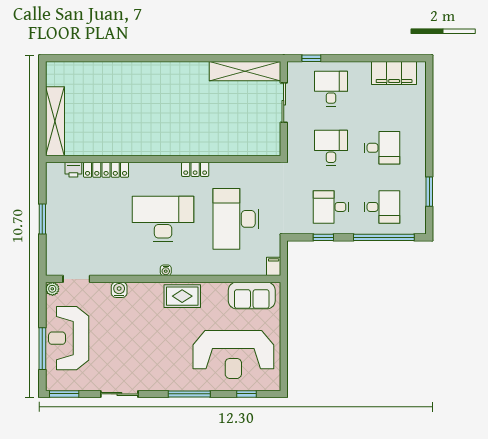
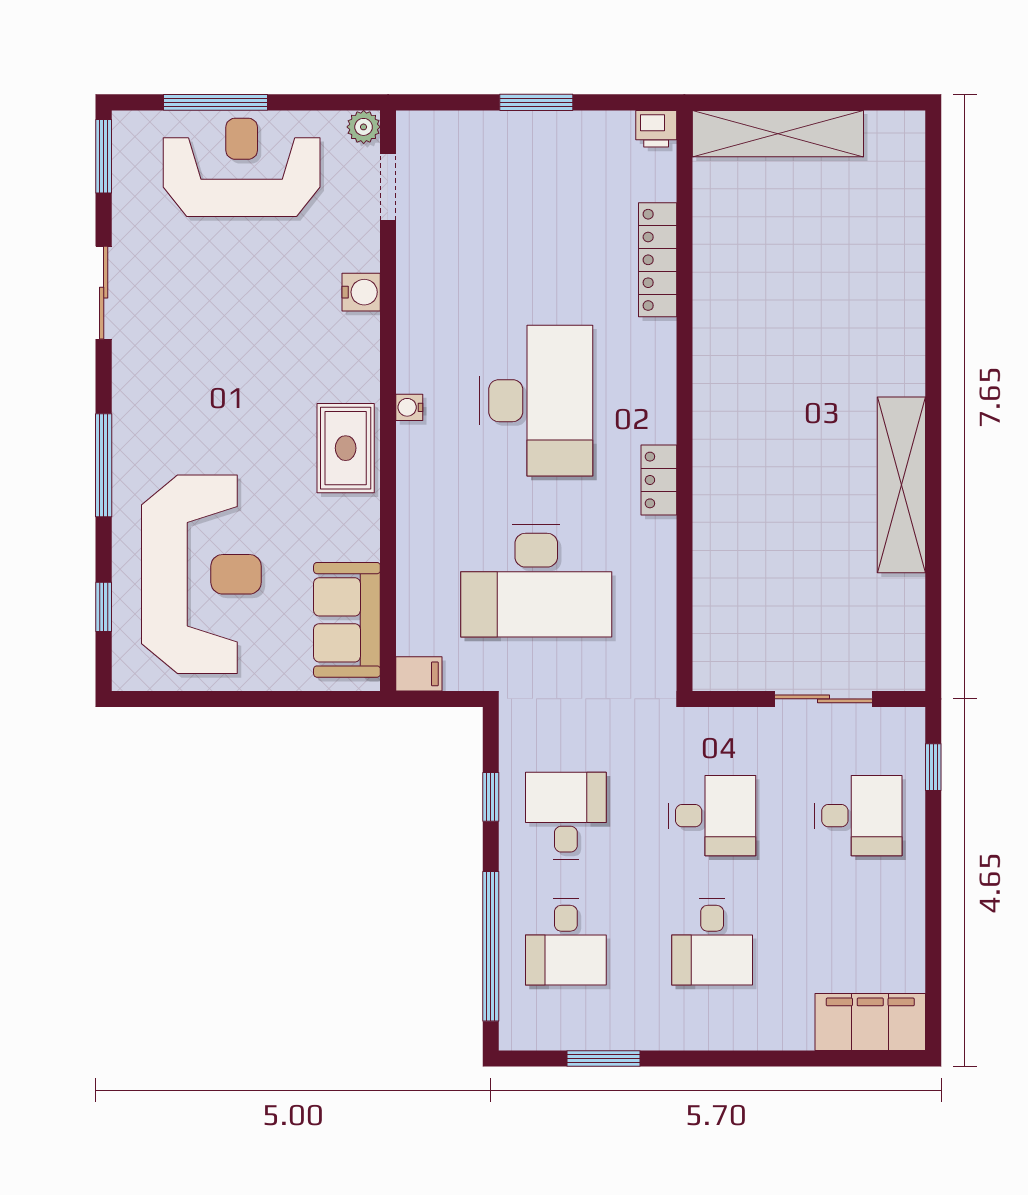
shelving: (245, 71) -> (901, 485), moved
filing cabinet: (394, 73) -> (870, 1022), moved, turned 90
printer: (73, 170) -> (656, 129), moved, turned -90
desk: (236, 219) -> (536, 581), turned 180
reception desk: (233, 354) -> (201, 574), turned 180

